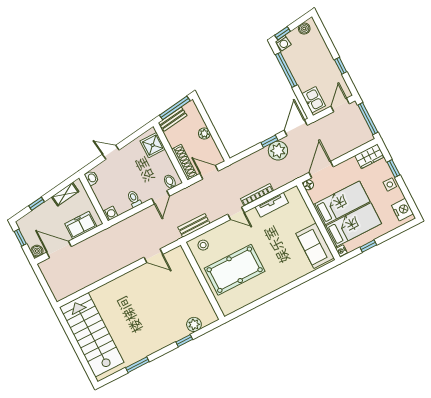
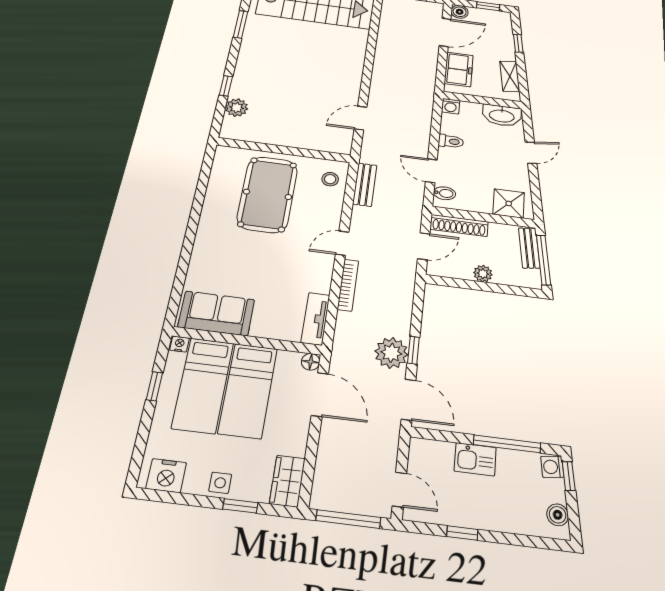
kitchen sink: (314, 100) -> (475, 459), moved
washbasin: (92, 178) -> (502, 116), width x1.91, depth x1.45
tv unit: (272, 205) -> (315, 319), moved

